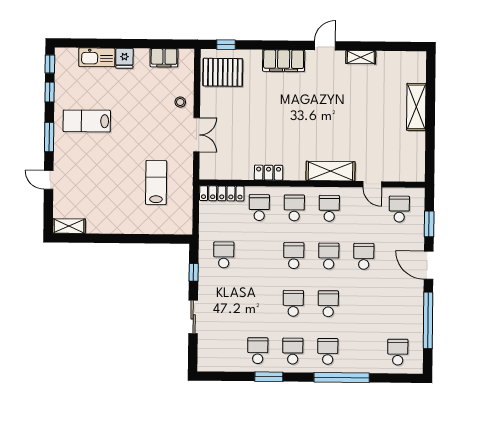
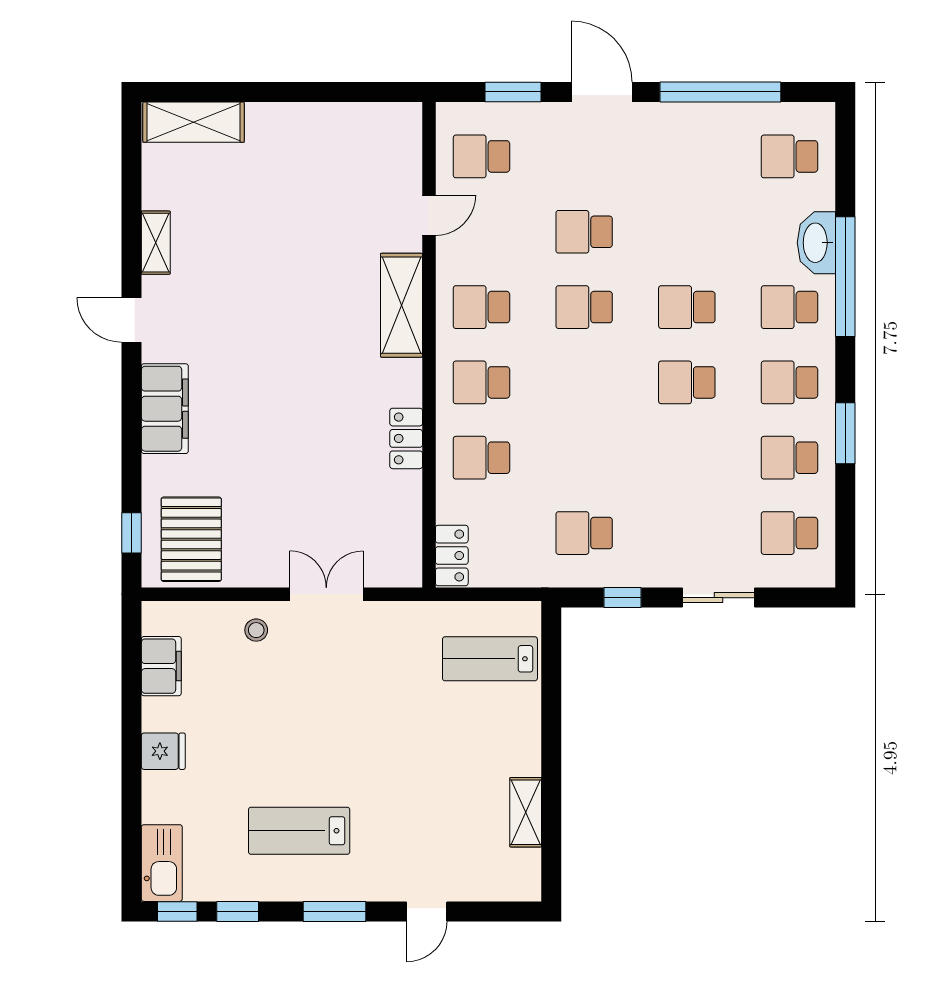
kitchen sink: (97, 57) -> (162, 863), moved
shelving: (416, 107) -> (194, 122), moved
lab bench: (87, 121) -> (299, 831), turned 90
lab bench: (156, 182) -> (490, 659), moved
locker: (222, 193) -> (452, 556), width x0.66
shelving: (69, 226) -> (526, 812), moved
school desk: (294, 256) -> (789, 533), moved
door: (429, 265) -> (602, 92), swing flipped
washbasin: (358, 364) -> (816, 243), added

